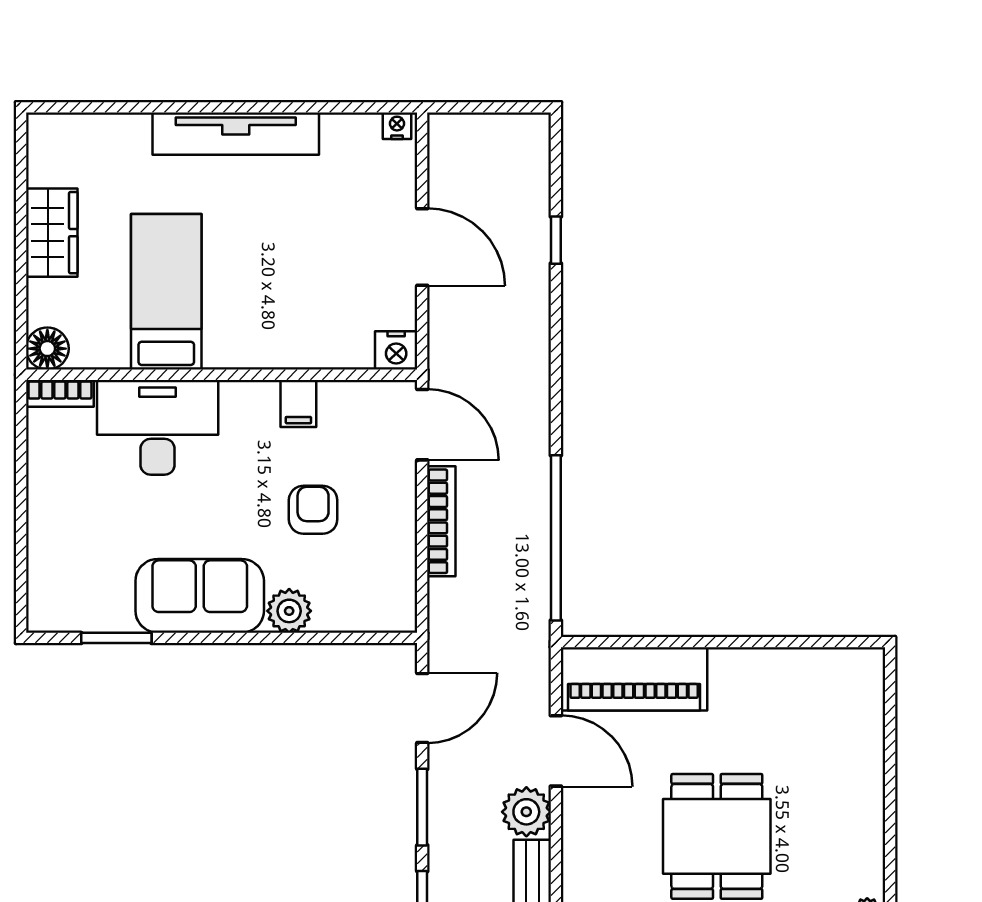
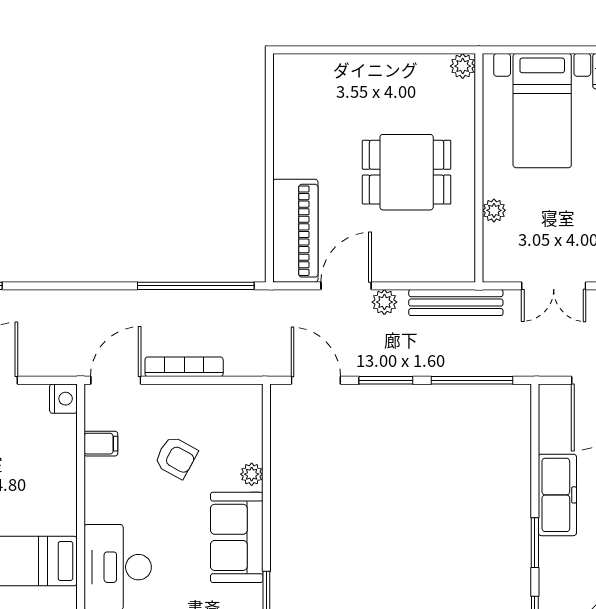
filing cabinet: (298, 403) -> (101, 444), moved
armchair: (313, 510) -> (176, 457), turned -151
plant: (289, 611) -> (252, 474), width x0.73, depth x0.73
plant: (526, 812) -> (384, 302), width x0.73, depth x0.73

